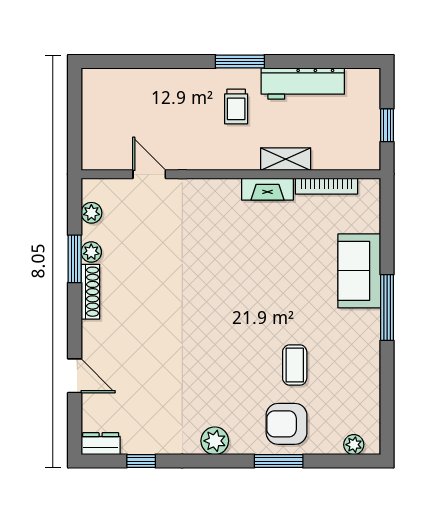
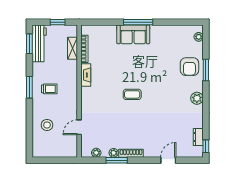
window: (338, 62) -> (29, 44), added
workbench: (303, 84) -> (39, 43), moved
stool: (154, 101) -> (47, 125), added
shelving: (286, 159) -> (73, 48), moved
sofa: (359, 271) -> (133, 34), moved
coffee table: (295, 365) -> (132, 94), moved
dresser: (101, 444) -> (198, 137), moved
window: (141, 461) -> (206, 146), moved

